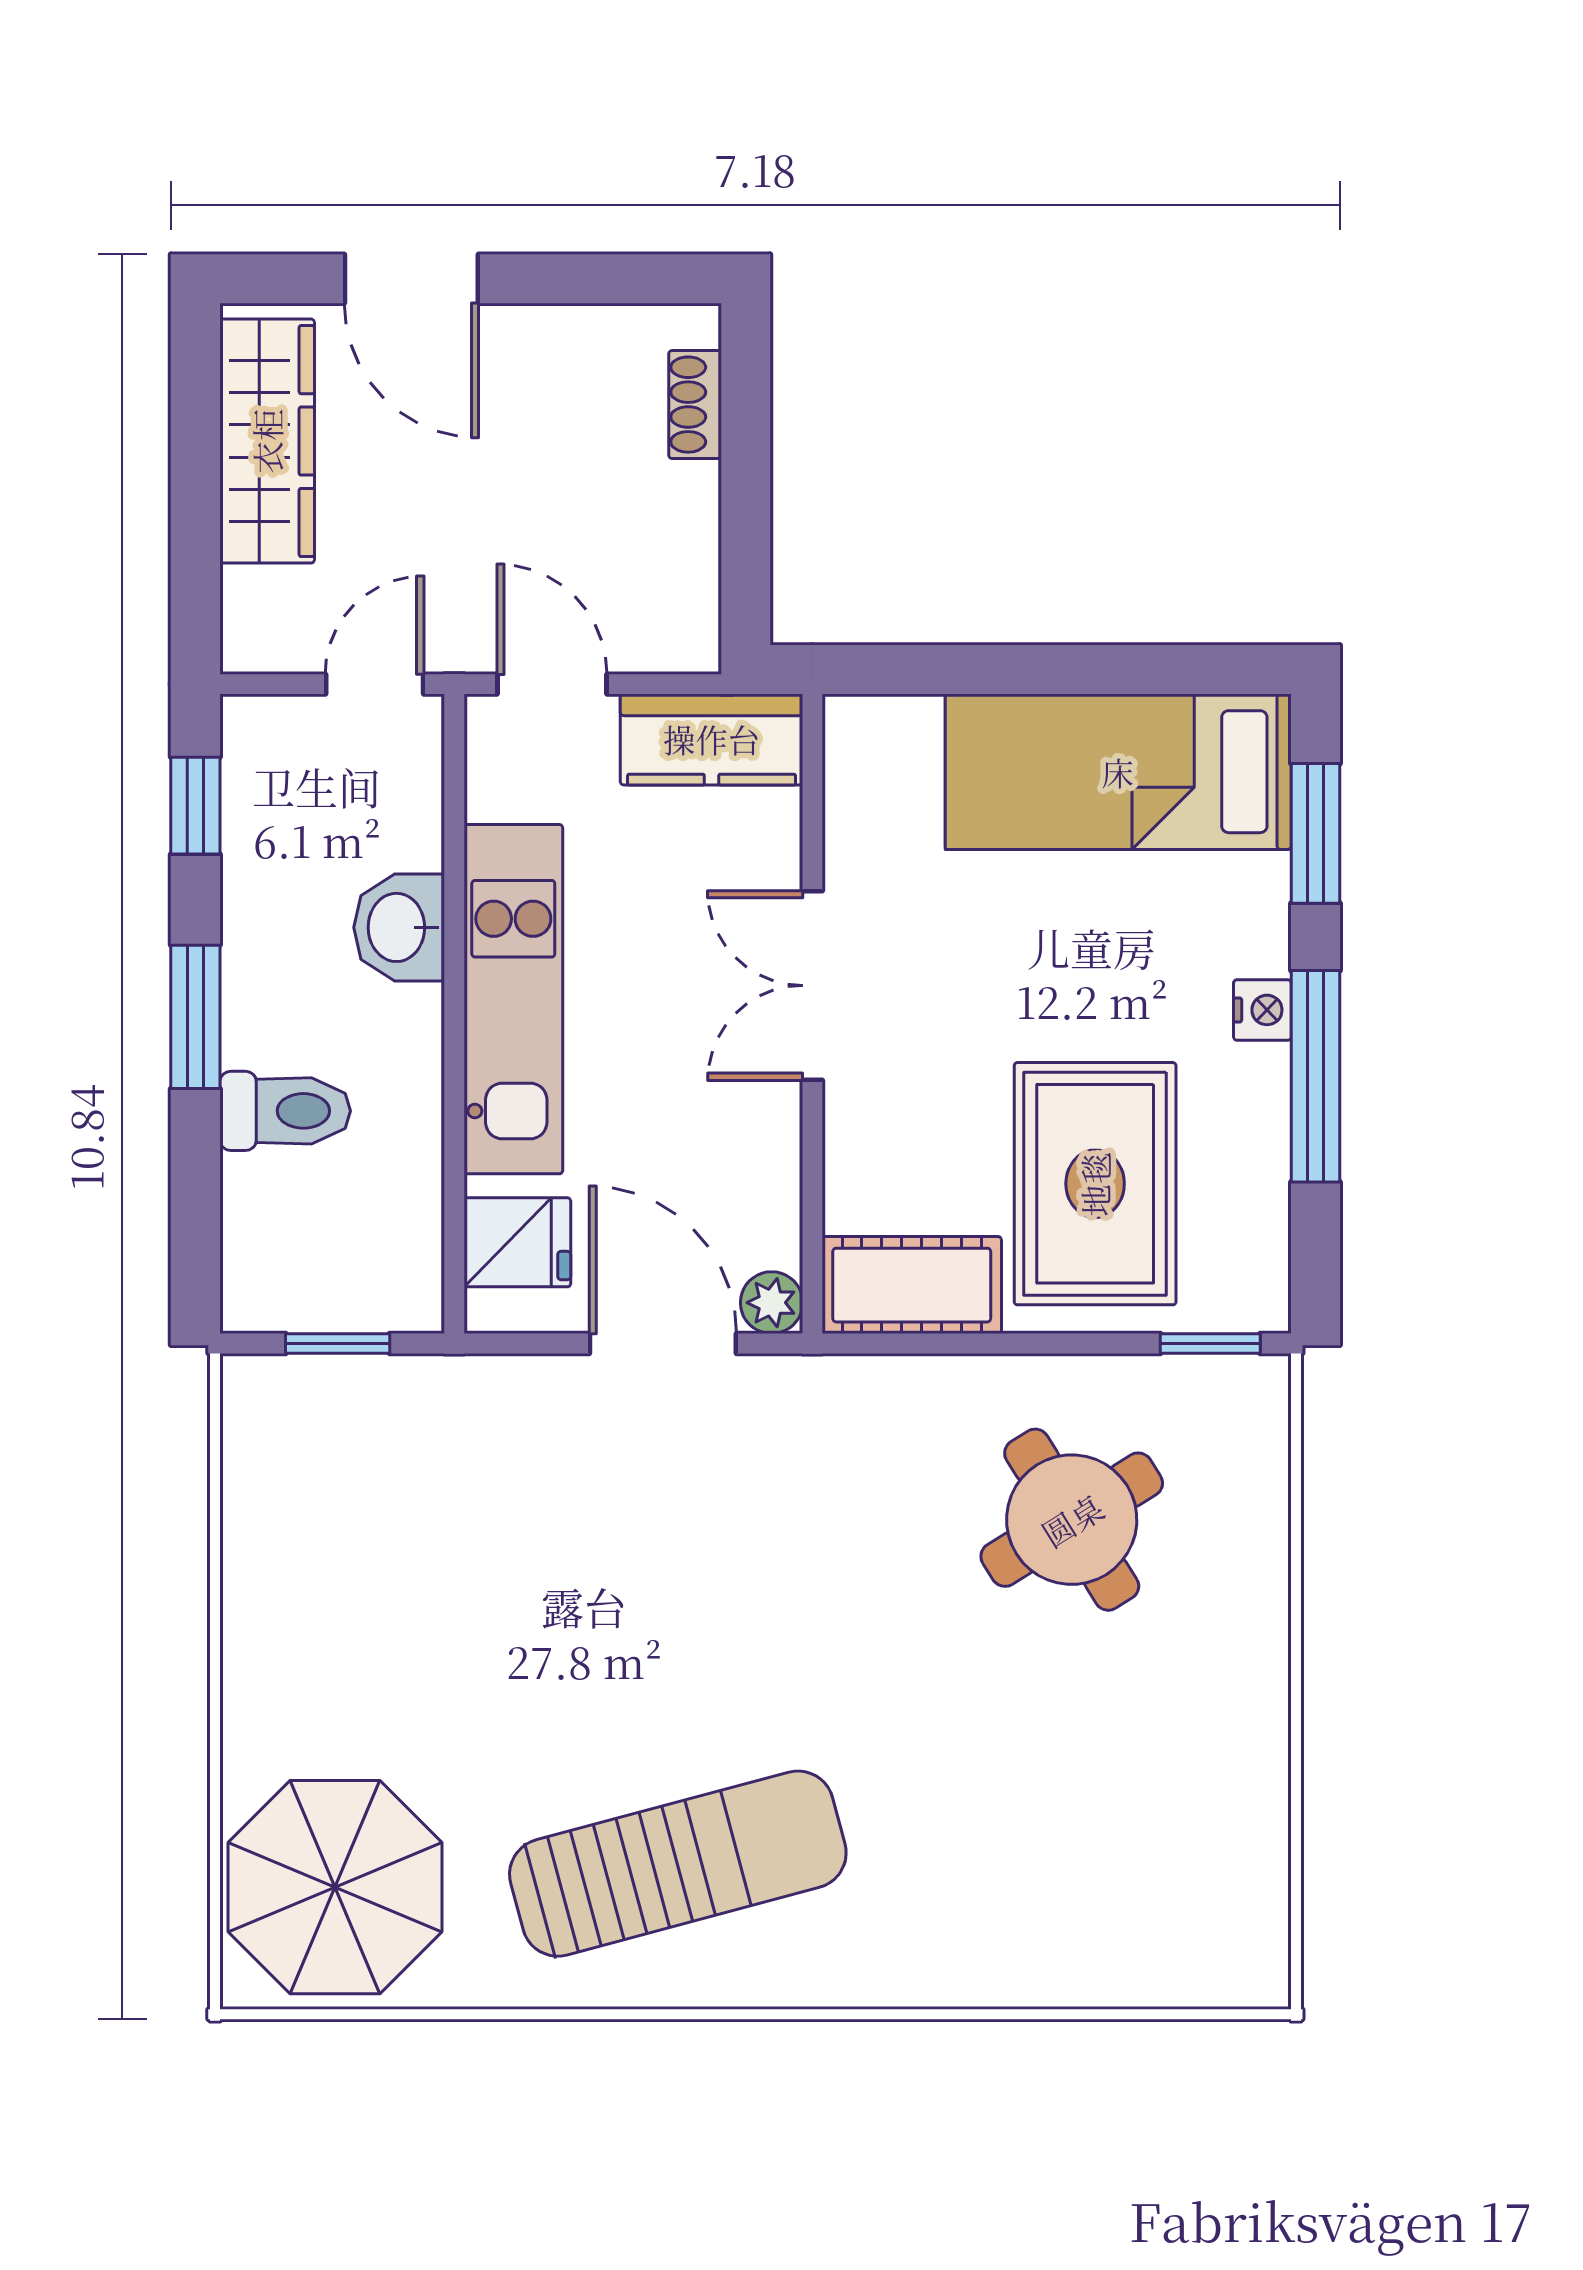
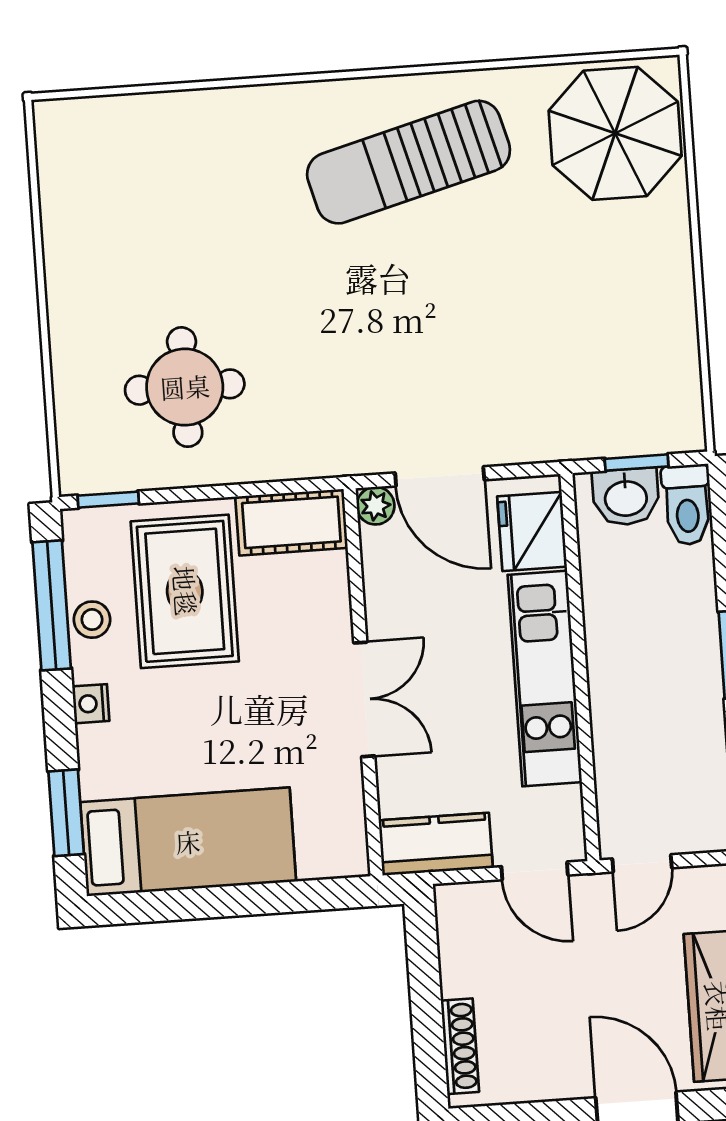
shoe rack: (695, 405) -> (460, 1046), width x1.43
washbasin: (399, 927) -> (626, 497), moved, turned 90
window: (1315, 1076) -> (52, 605), moved
toilet: (285, 1111) -> (687, 505), moved, turned -90
stool: (1251, 1148) -> (92, 620), added
fridge: (517, 1242) -> (532, 531), width x1.38
round table: (1072, 1520) -> (185, 387), turned 32

